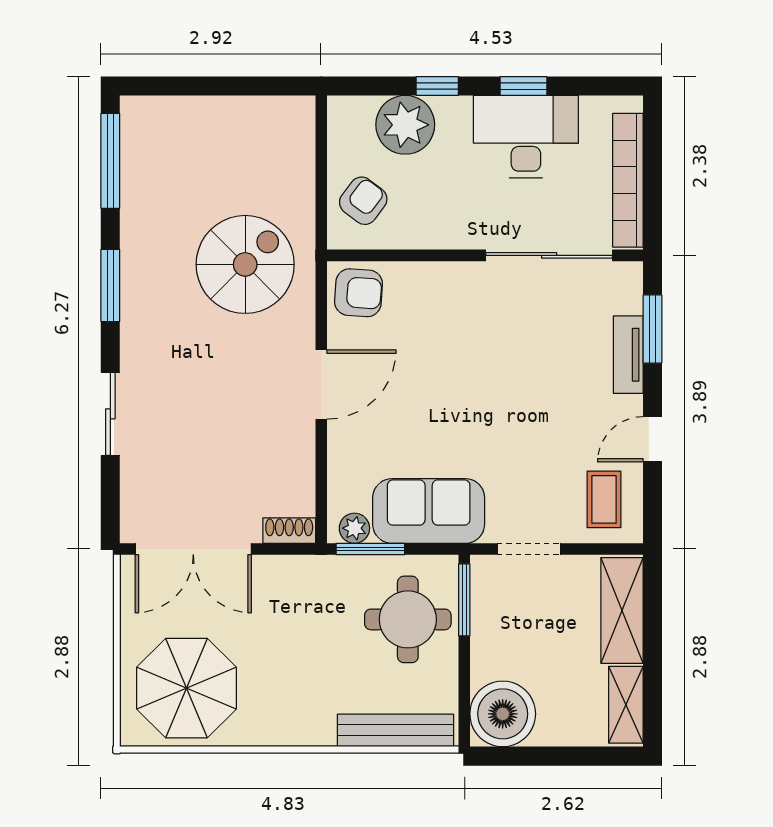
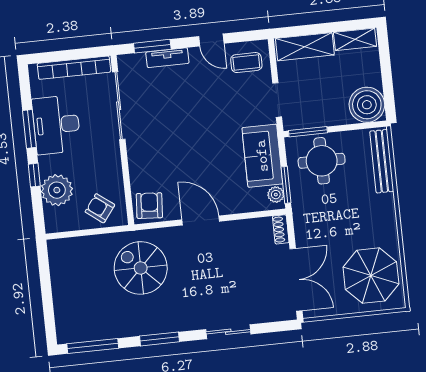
window: (523, 86) -> (29, 129), width x1.50

